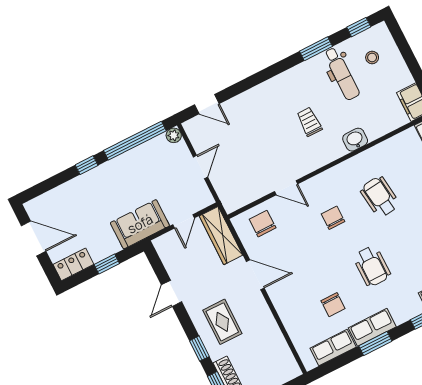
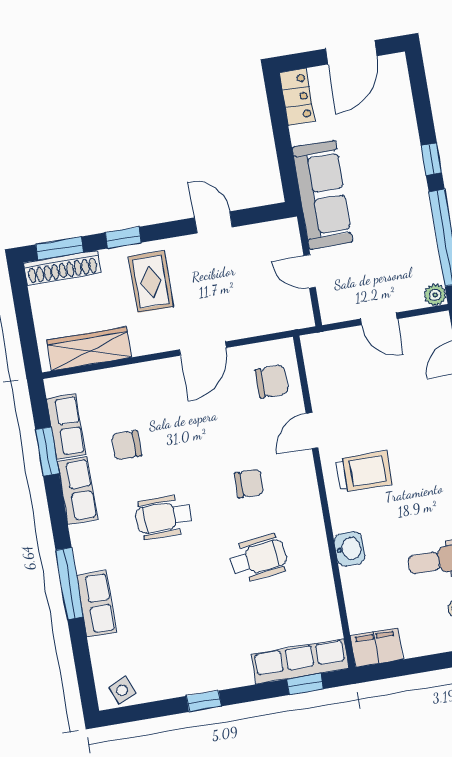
trolley: (309, 122) -> (364, 472), moved, width x1.36, depth x1.39
sofa: (140, 224) -> (322, 195), width x1.36
wardrobe: (221, 236) -> (89, 349), moved
window: (107, 264) -> (283, 144), removed
rug: (222, 322) -> (151, 282), turned 90
window: (375, 343) -> (47, 452), moved

